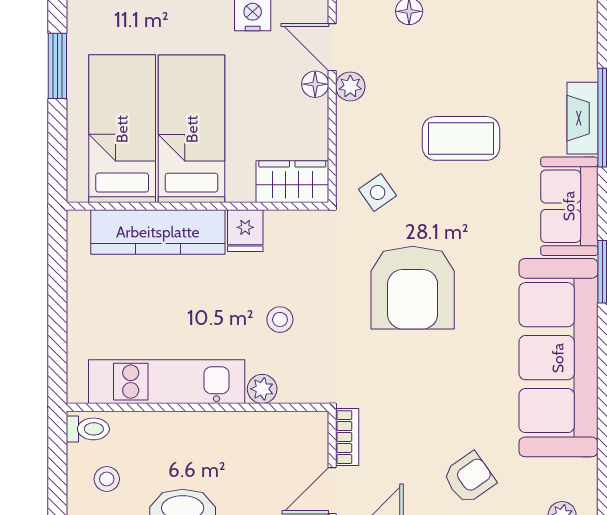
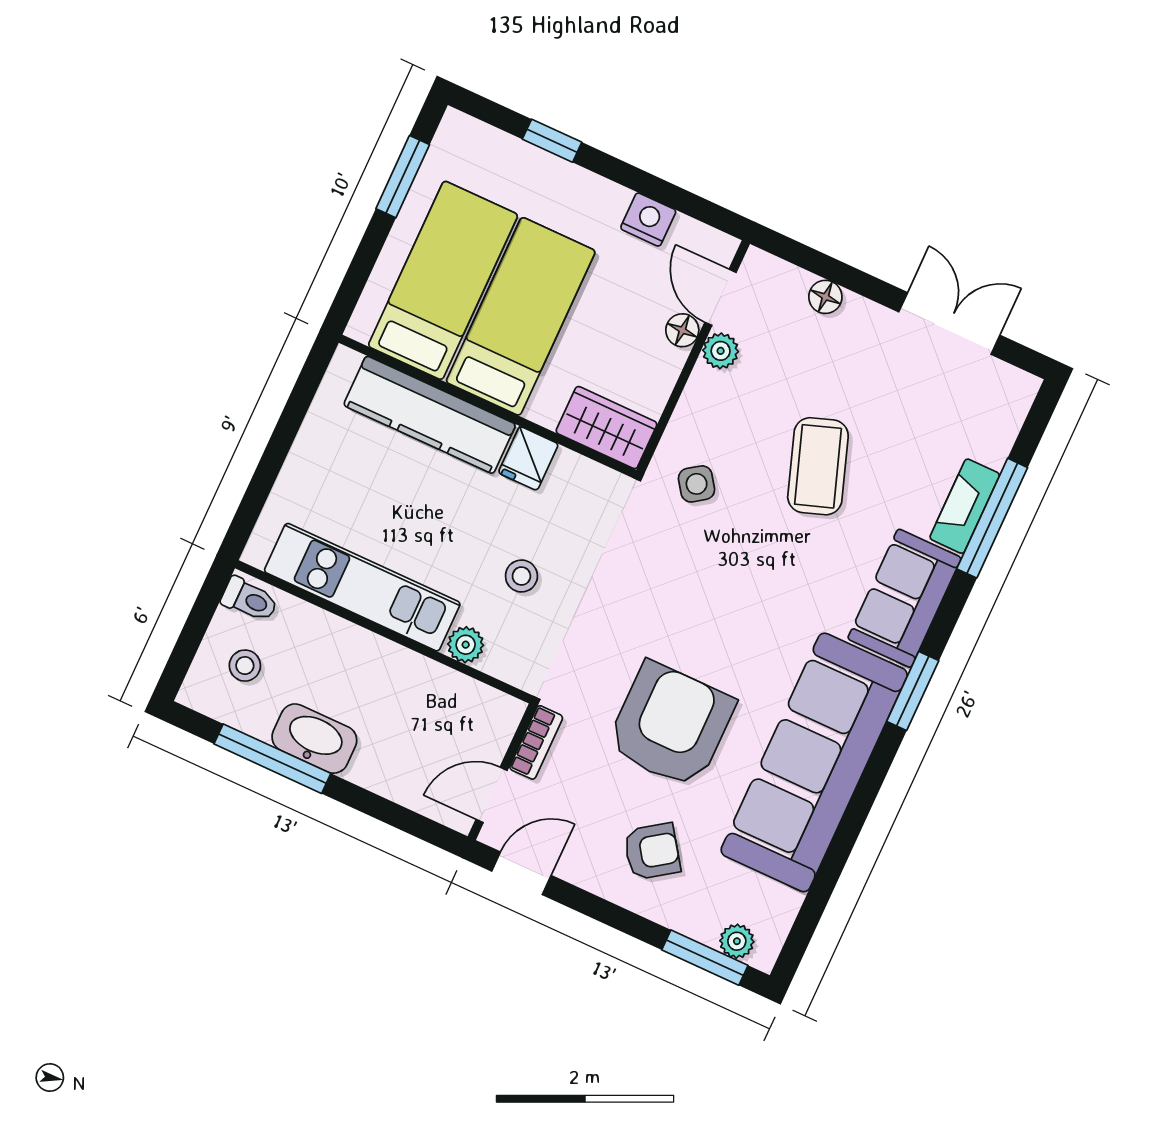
coffee table: (461, 138) -> (818, 466), turned 71
armchair: (413, 288) -> (671, 725), moved, turned 180

